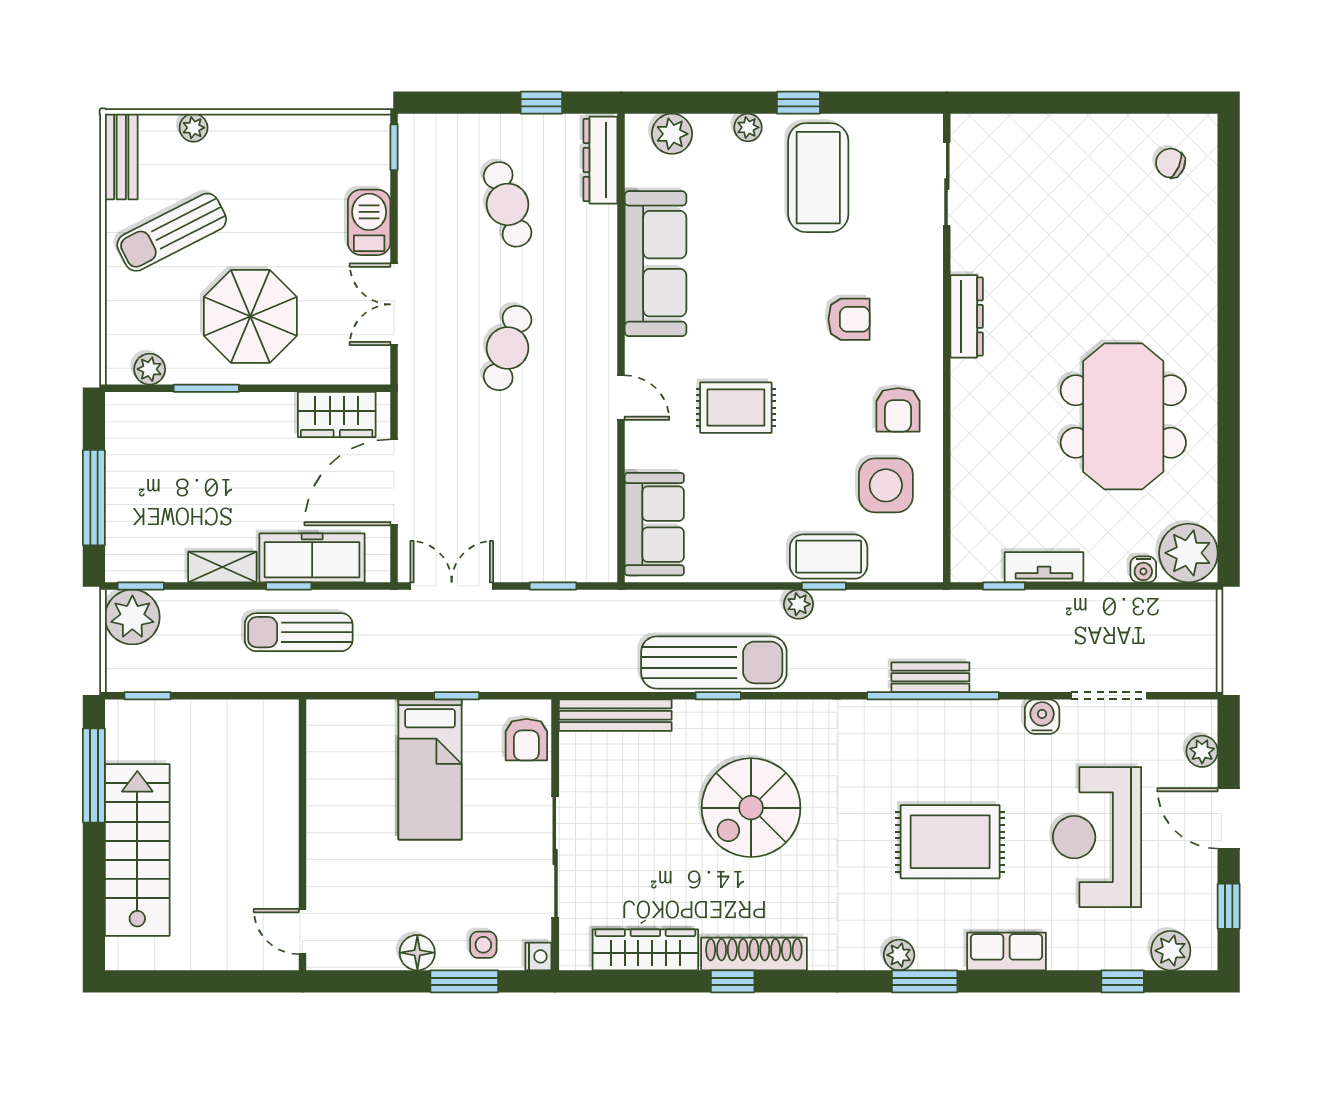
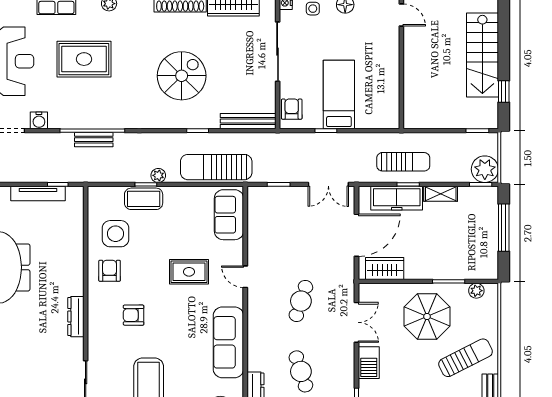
tv unit: (1044, 567) -> (38, 194), width x1.41
sun lounger: (714, 662) -> (216, 167), moved
window: (94, 775) -> (504, 92), width x0.46

